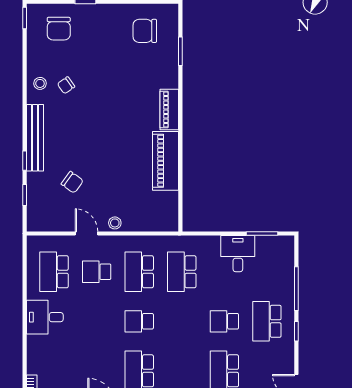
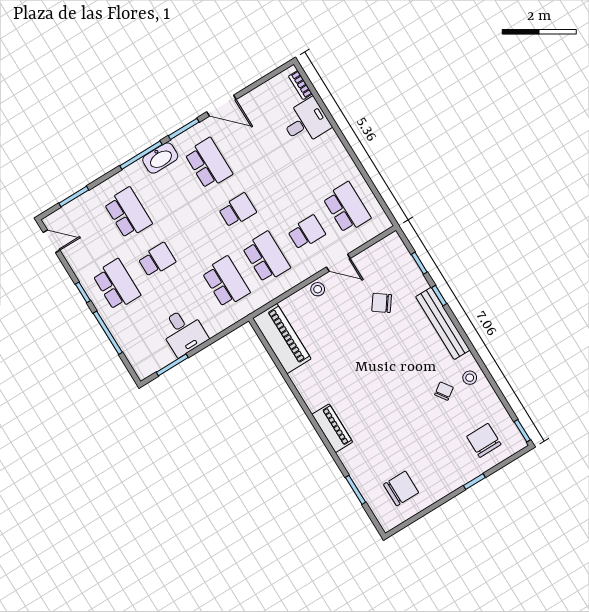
piano: (166, 161) -> (282, 339), moved
desk: (45, 317) -> (306, 122), moved

